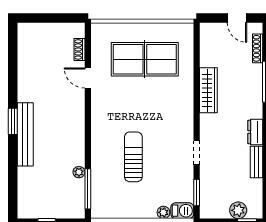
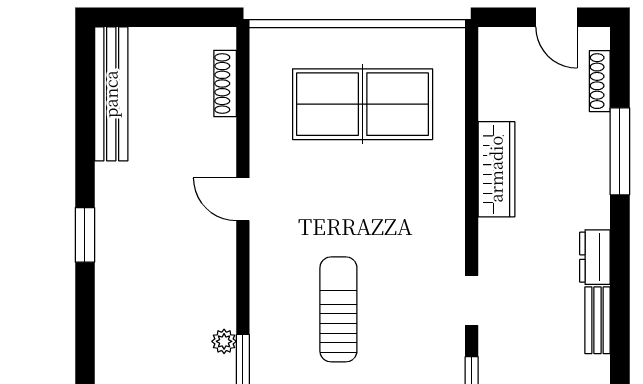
shoe rack: (79, 49) -> (225, 84), width x1.43
door: (88, 78) -> (243, 199), moved
bench: (25, 134) -> (111, 94), moved

